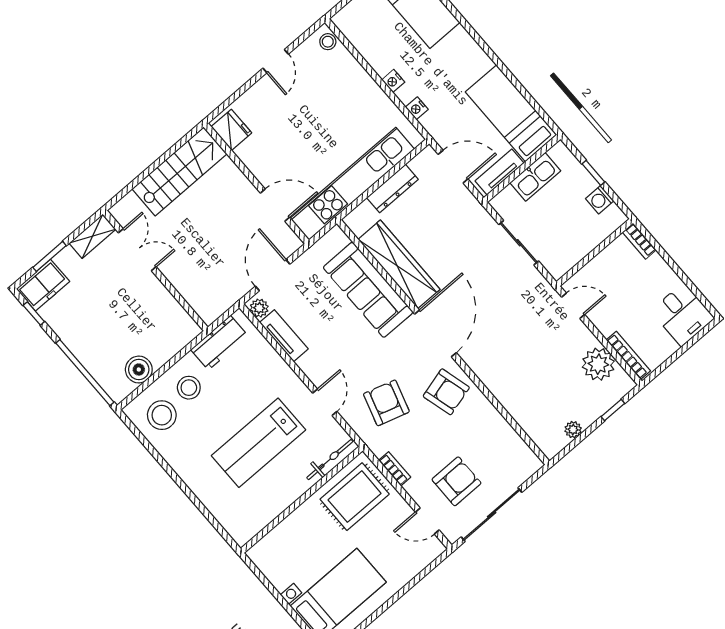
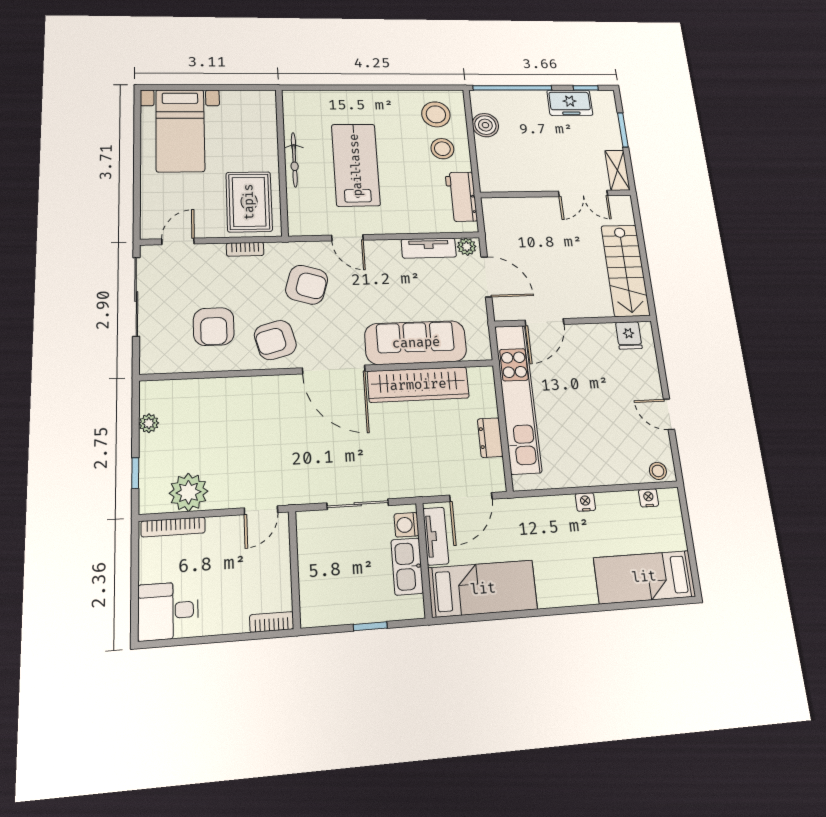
nightstand: (417, 108) -> (649, 498), moved
fridge: (231, 130) -> (629, 335), width x0.72
dresser: (392, 188) -> (490, 438), width x0.70
washing machine: (600, 200) -> (406, 525), moved, turned -90
freezer: (43, 285) -> (570, 103), moved, turned -90
bicycle: (330, 460) -> (294, 160), moved
armchair: (456, 481) -> (214, 327), moved

